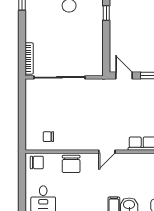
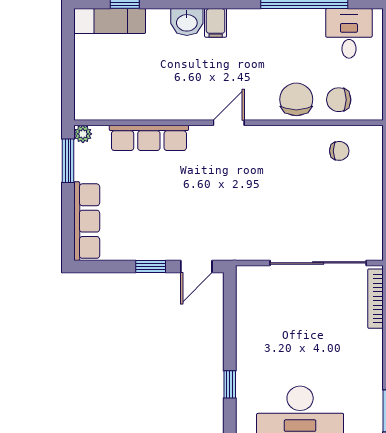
door: (124, 75) -> (196, 267), hinge flipped
chair: (37, 162) -> (339, 100), moved

